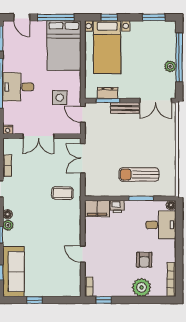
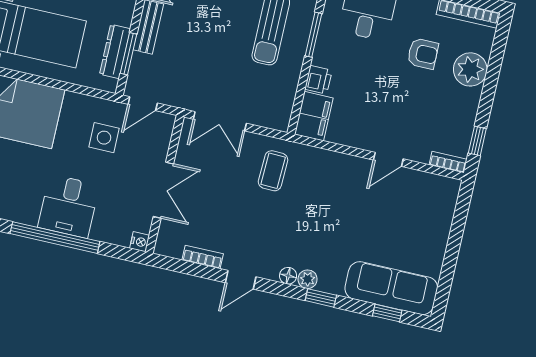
dresser: (108, 93) -> (115, 51), width x1.44
window: (35, 300) -> (450, 262), removed

